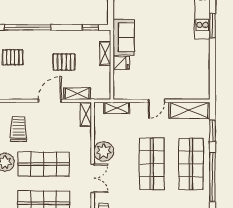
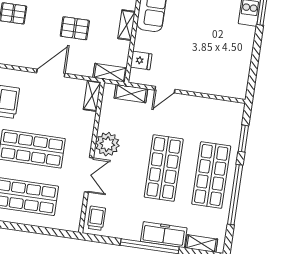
fridge: (121, 63) -> (141, 61), moved
shelving: (77, 94) -> (110, 73), moved
door: (156, 101) -> (165, 90), moved
shelving: (189, 110) -> (219, 109), removed

